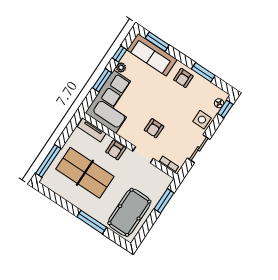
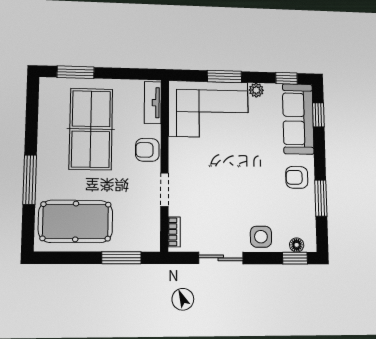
window: (157, 42) -> (318, 115), width x0.67
window: (120, 54) -> (287, 78), moved
armchair: (154, 128) -> (208, 182), removed
window: (48, 161) -> (76, 72), width x0.69

